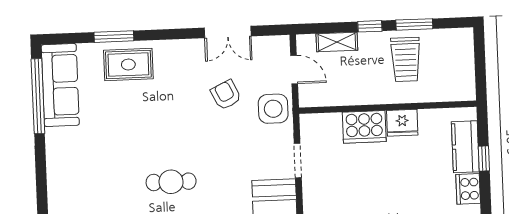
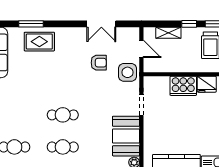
armchair: (226, 95) -> (99, 63), turned 116

